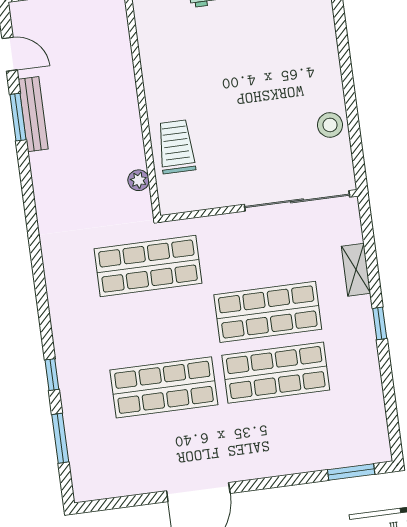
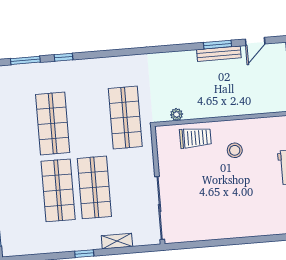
stool: (330, 125) -> (235, 150), moved

